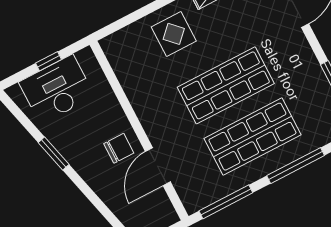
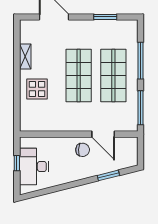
chair: (119, 148) -> (83, 150), turned 93
window: (54, 153) -> (108, 175), moved

